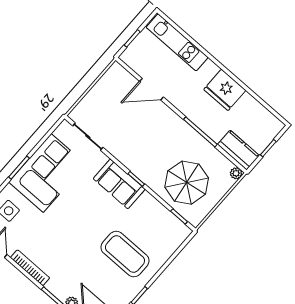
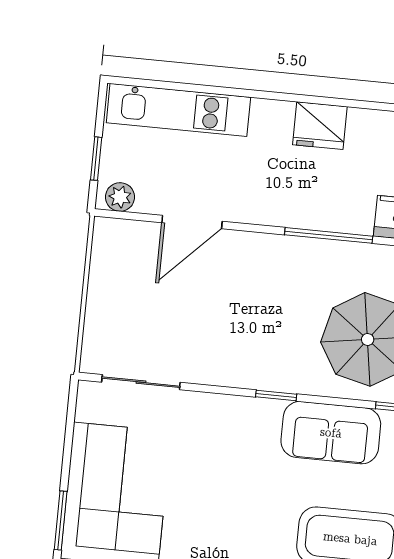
plant: (131, 60) -> (120, 197), added
fridge: (225, 90) -> (320, 126), width x0.73, depth x0.75
sofa: (119, 184) -> (331, 433), moved

